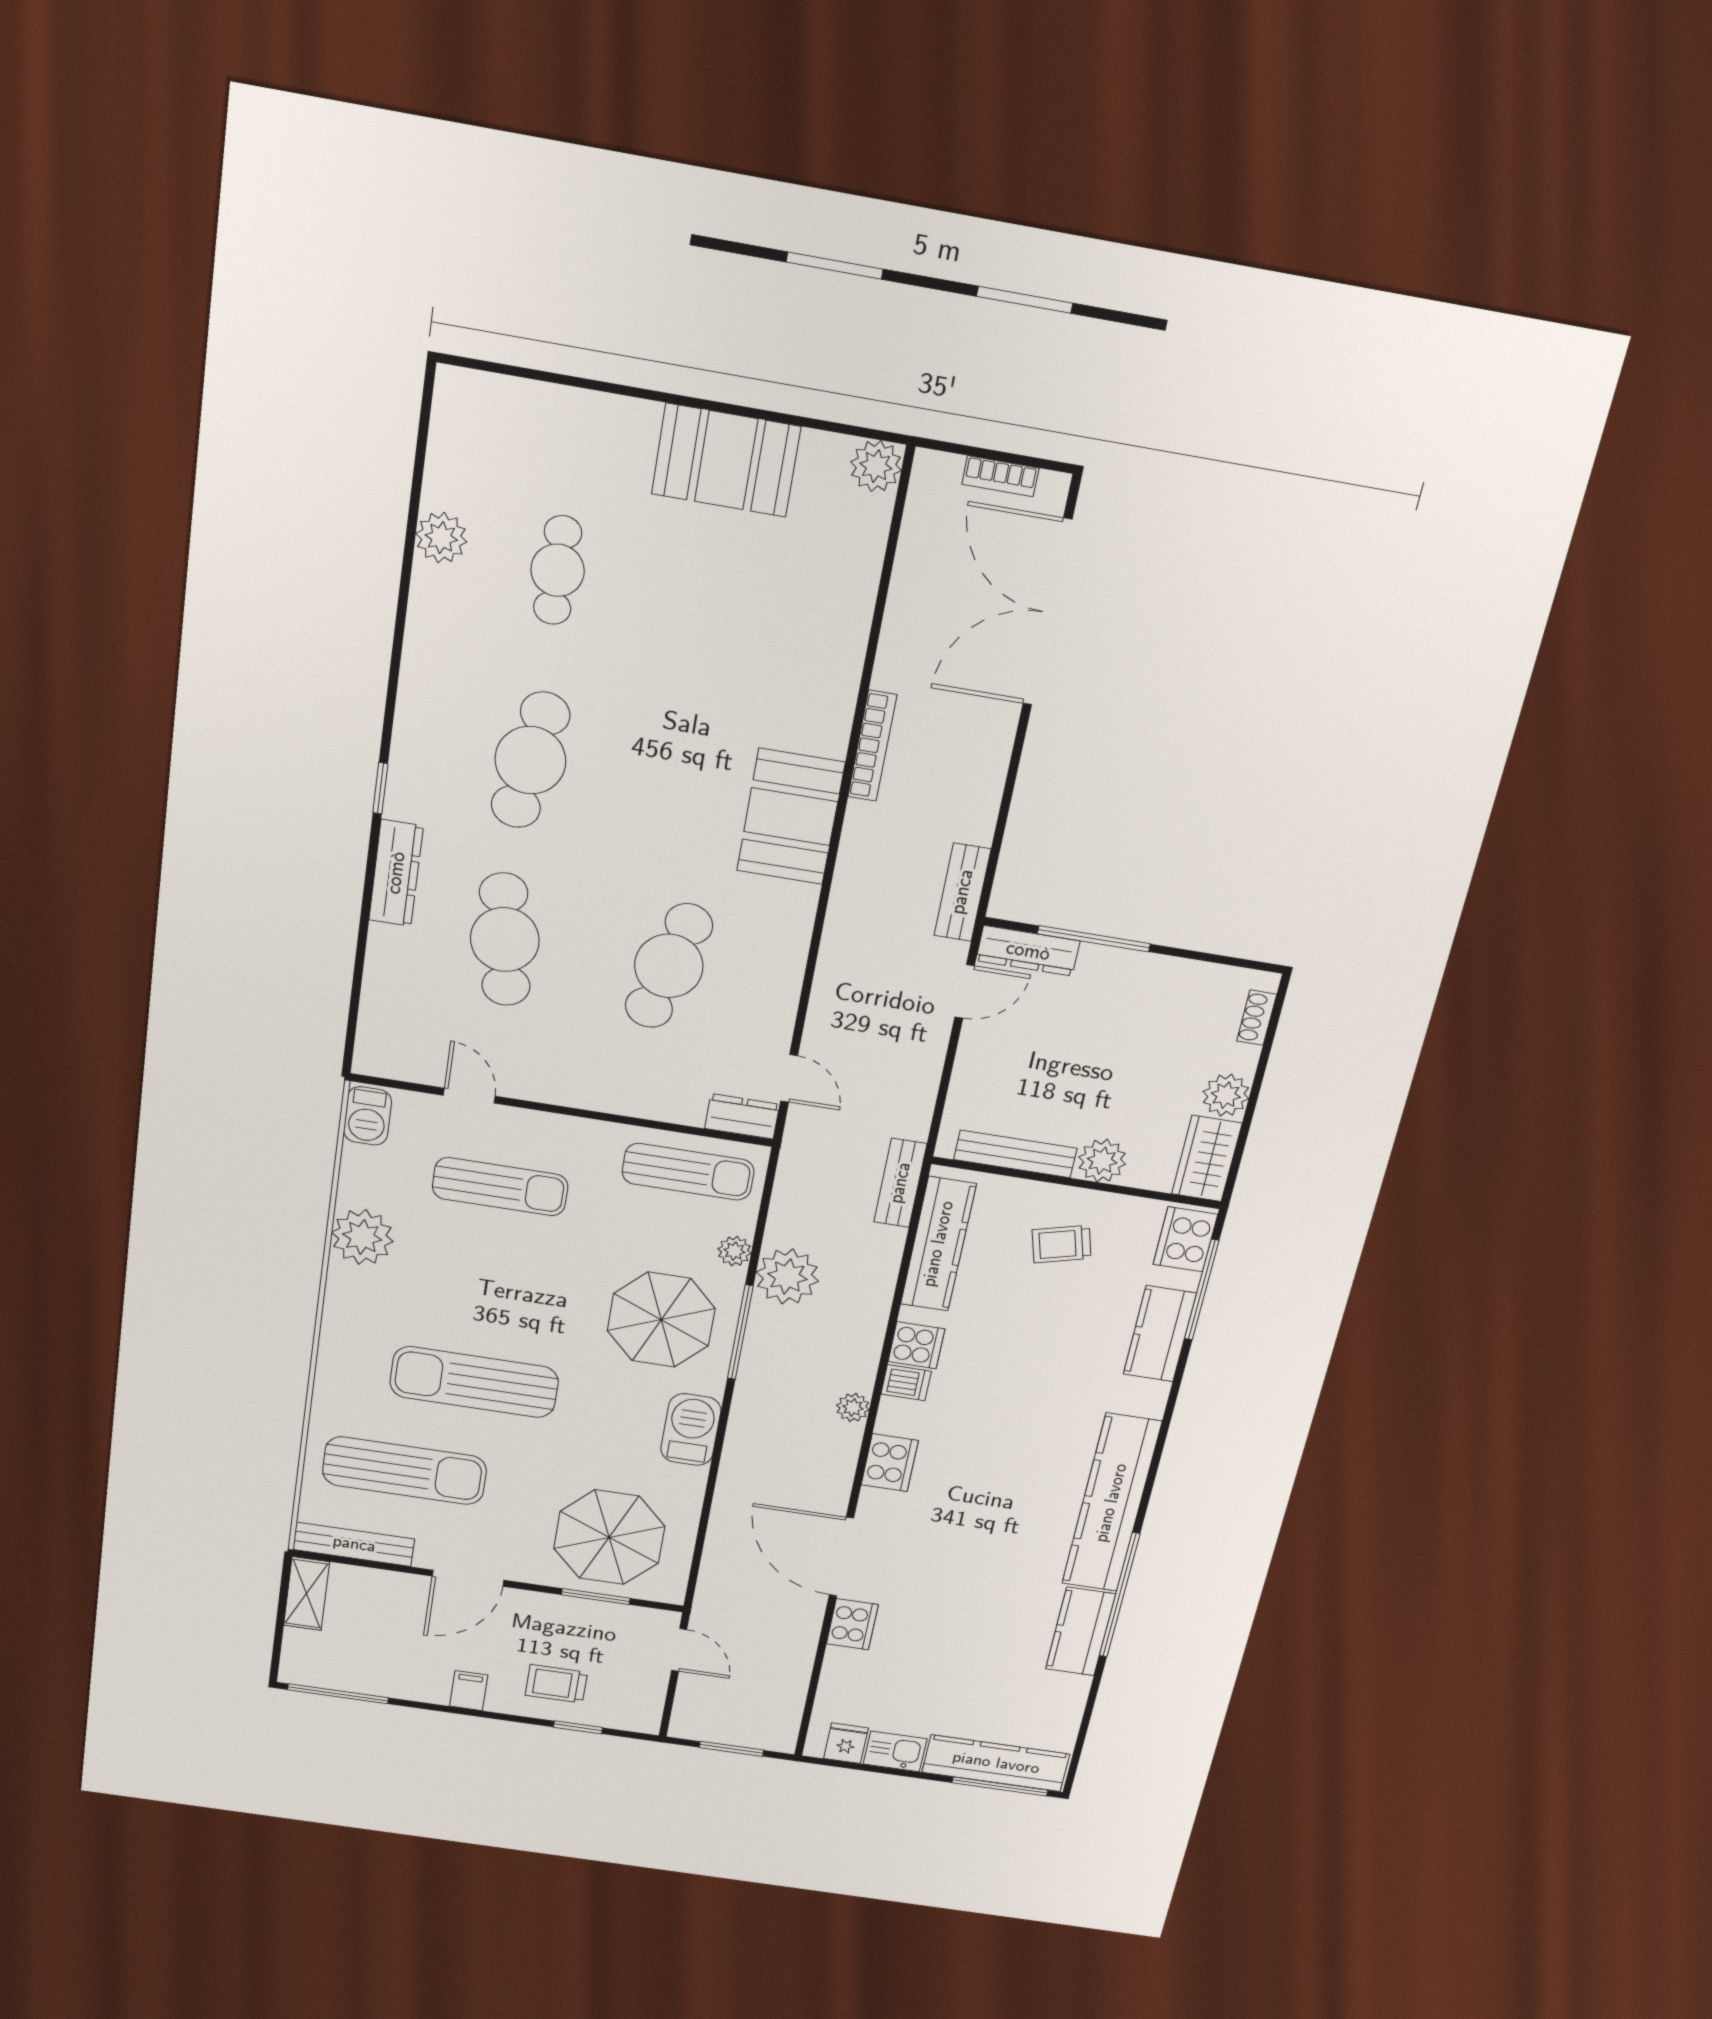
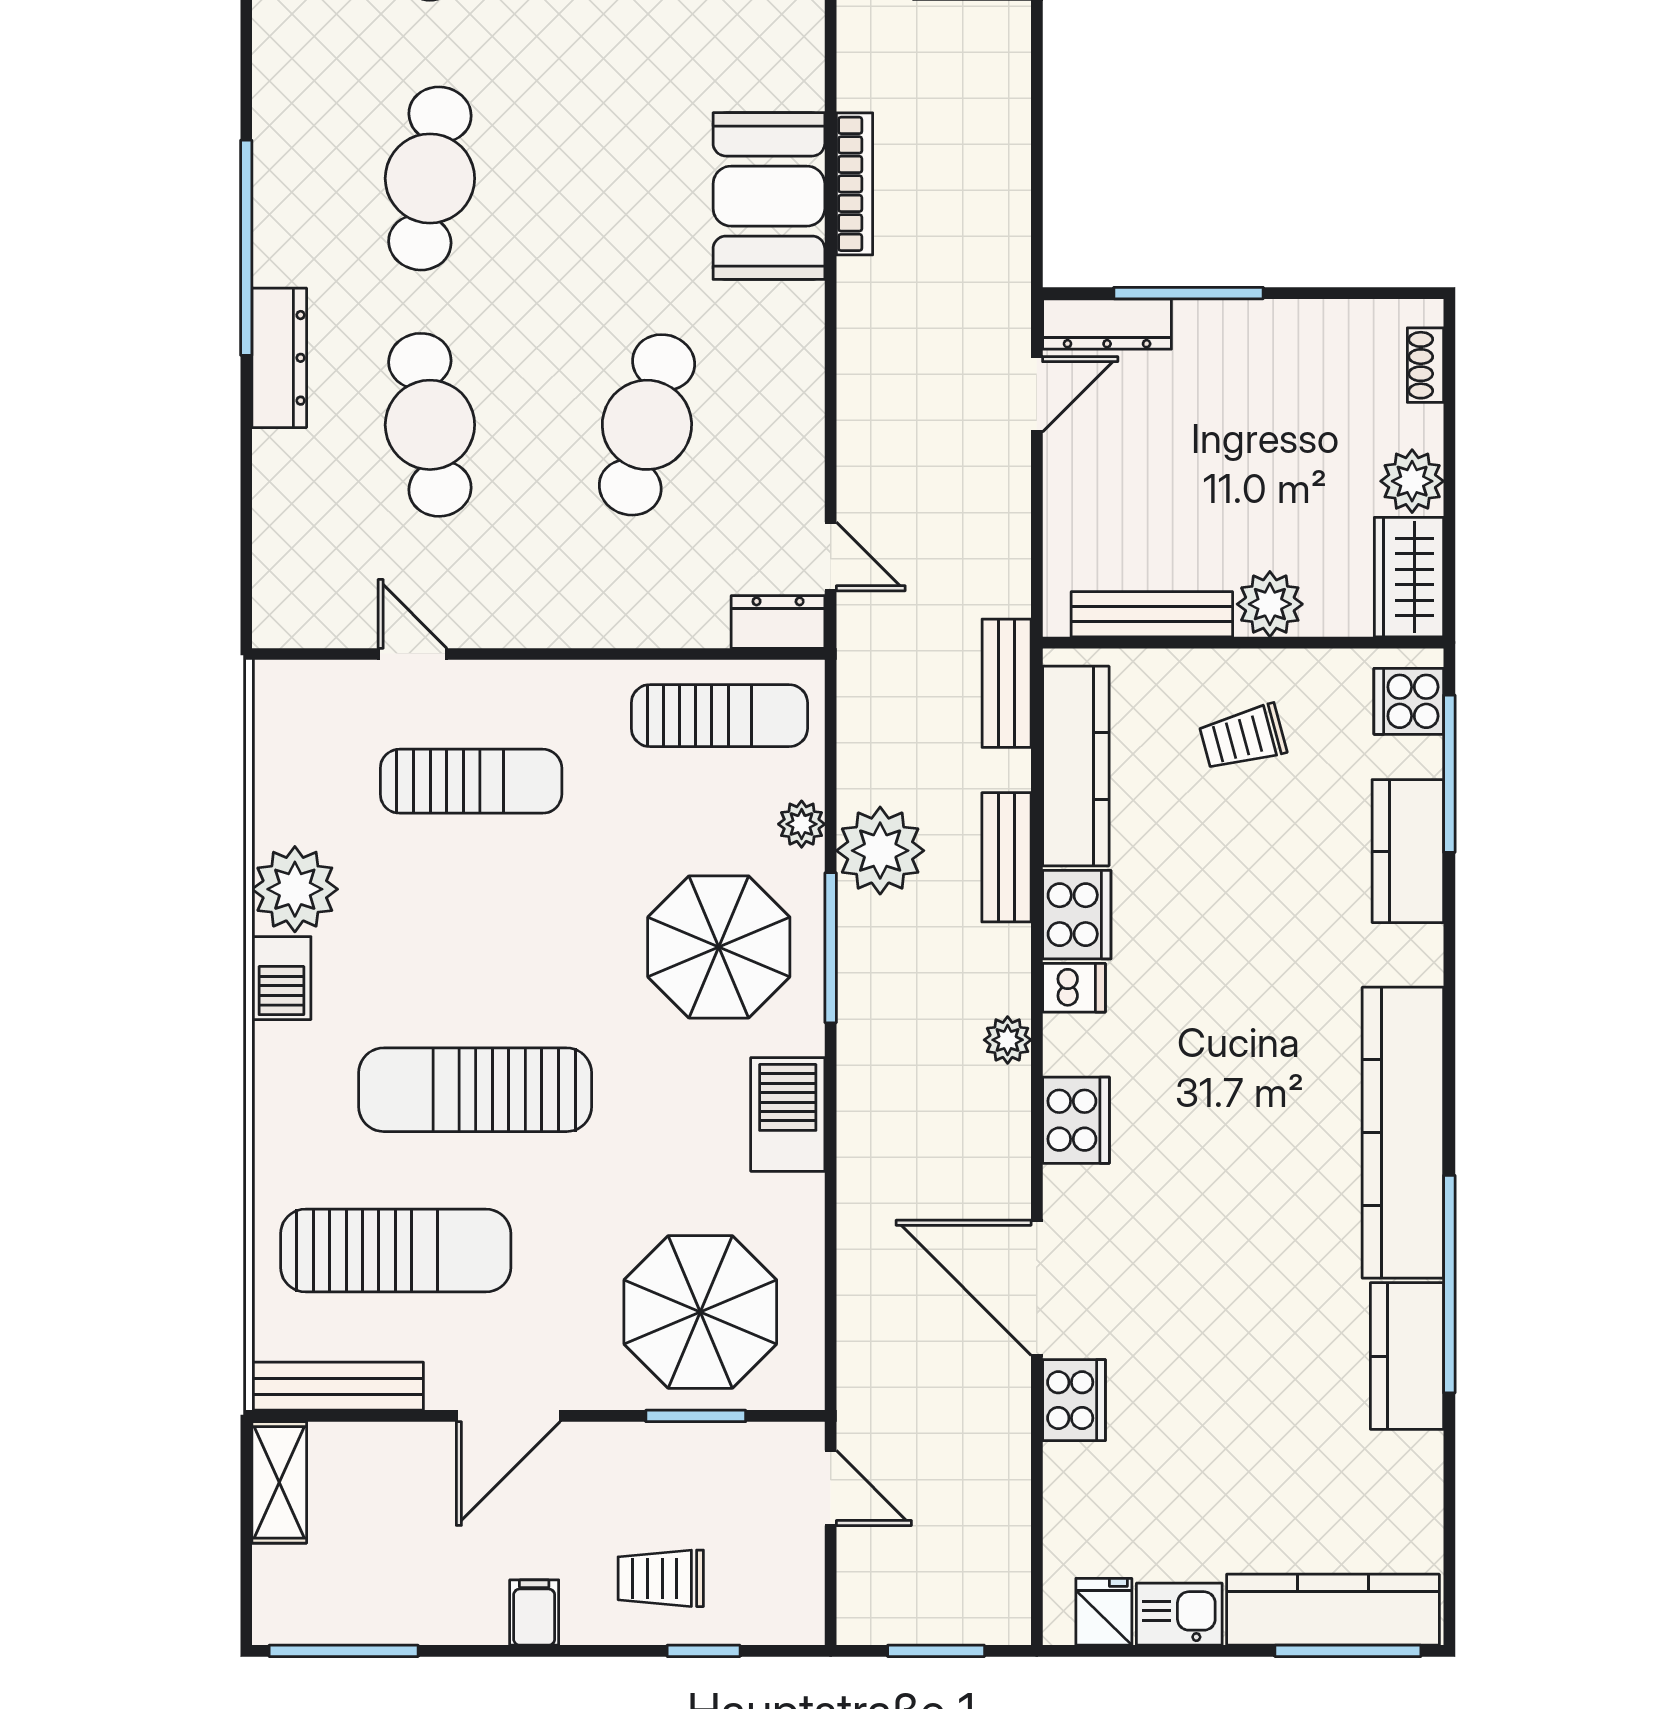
bookcase: (872, 746) -> (855, 184), moved
window: (380, 788) -> (246, 248), width x3.17
bench: (962, 892) -> (1006, 857), moved
barbecue: (368, 1116) -> (281, 978), moved
cooker: (1185, 1239) -> (1409, 701), width x0.73
cooker: (916, 1345) -> (1077, 915), width x1.36

